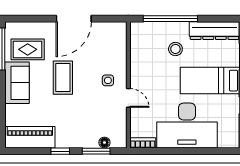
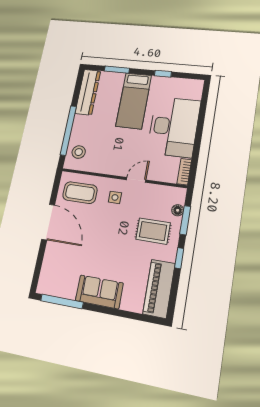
rug: (28, 49) -> (153, 231), moved, turned 90
stool: (175, 49) -> (79, 152), moved
coffee table: (63, 78) -> (80, 193), moved

